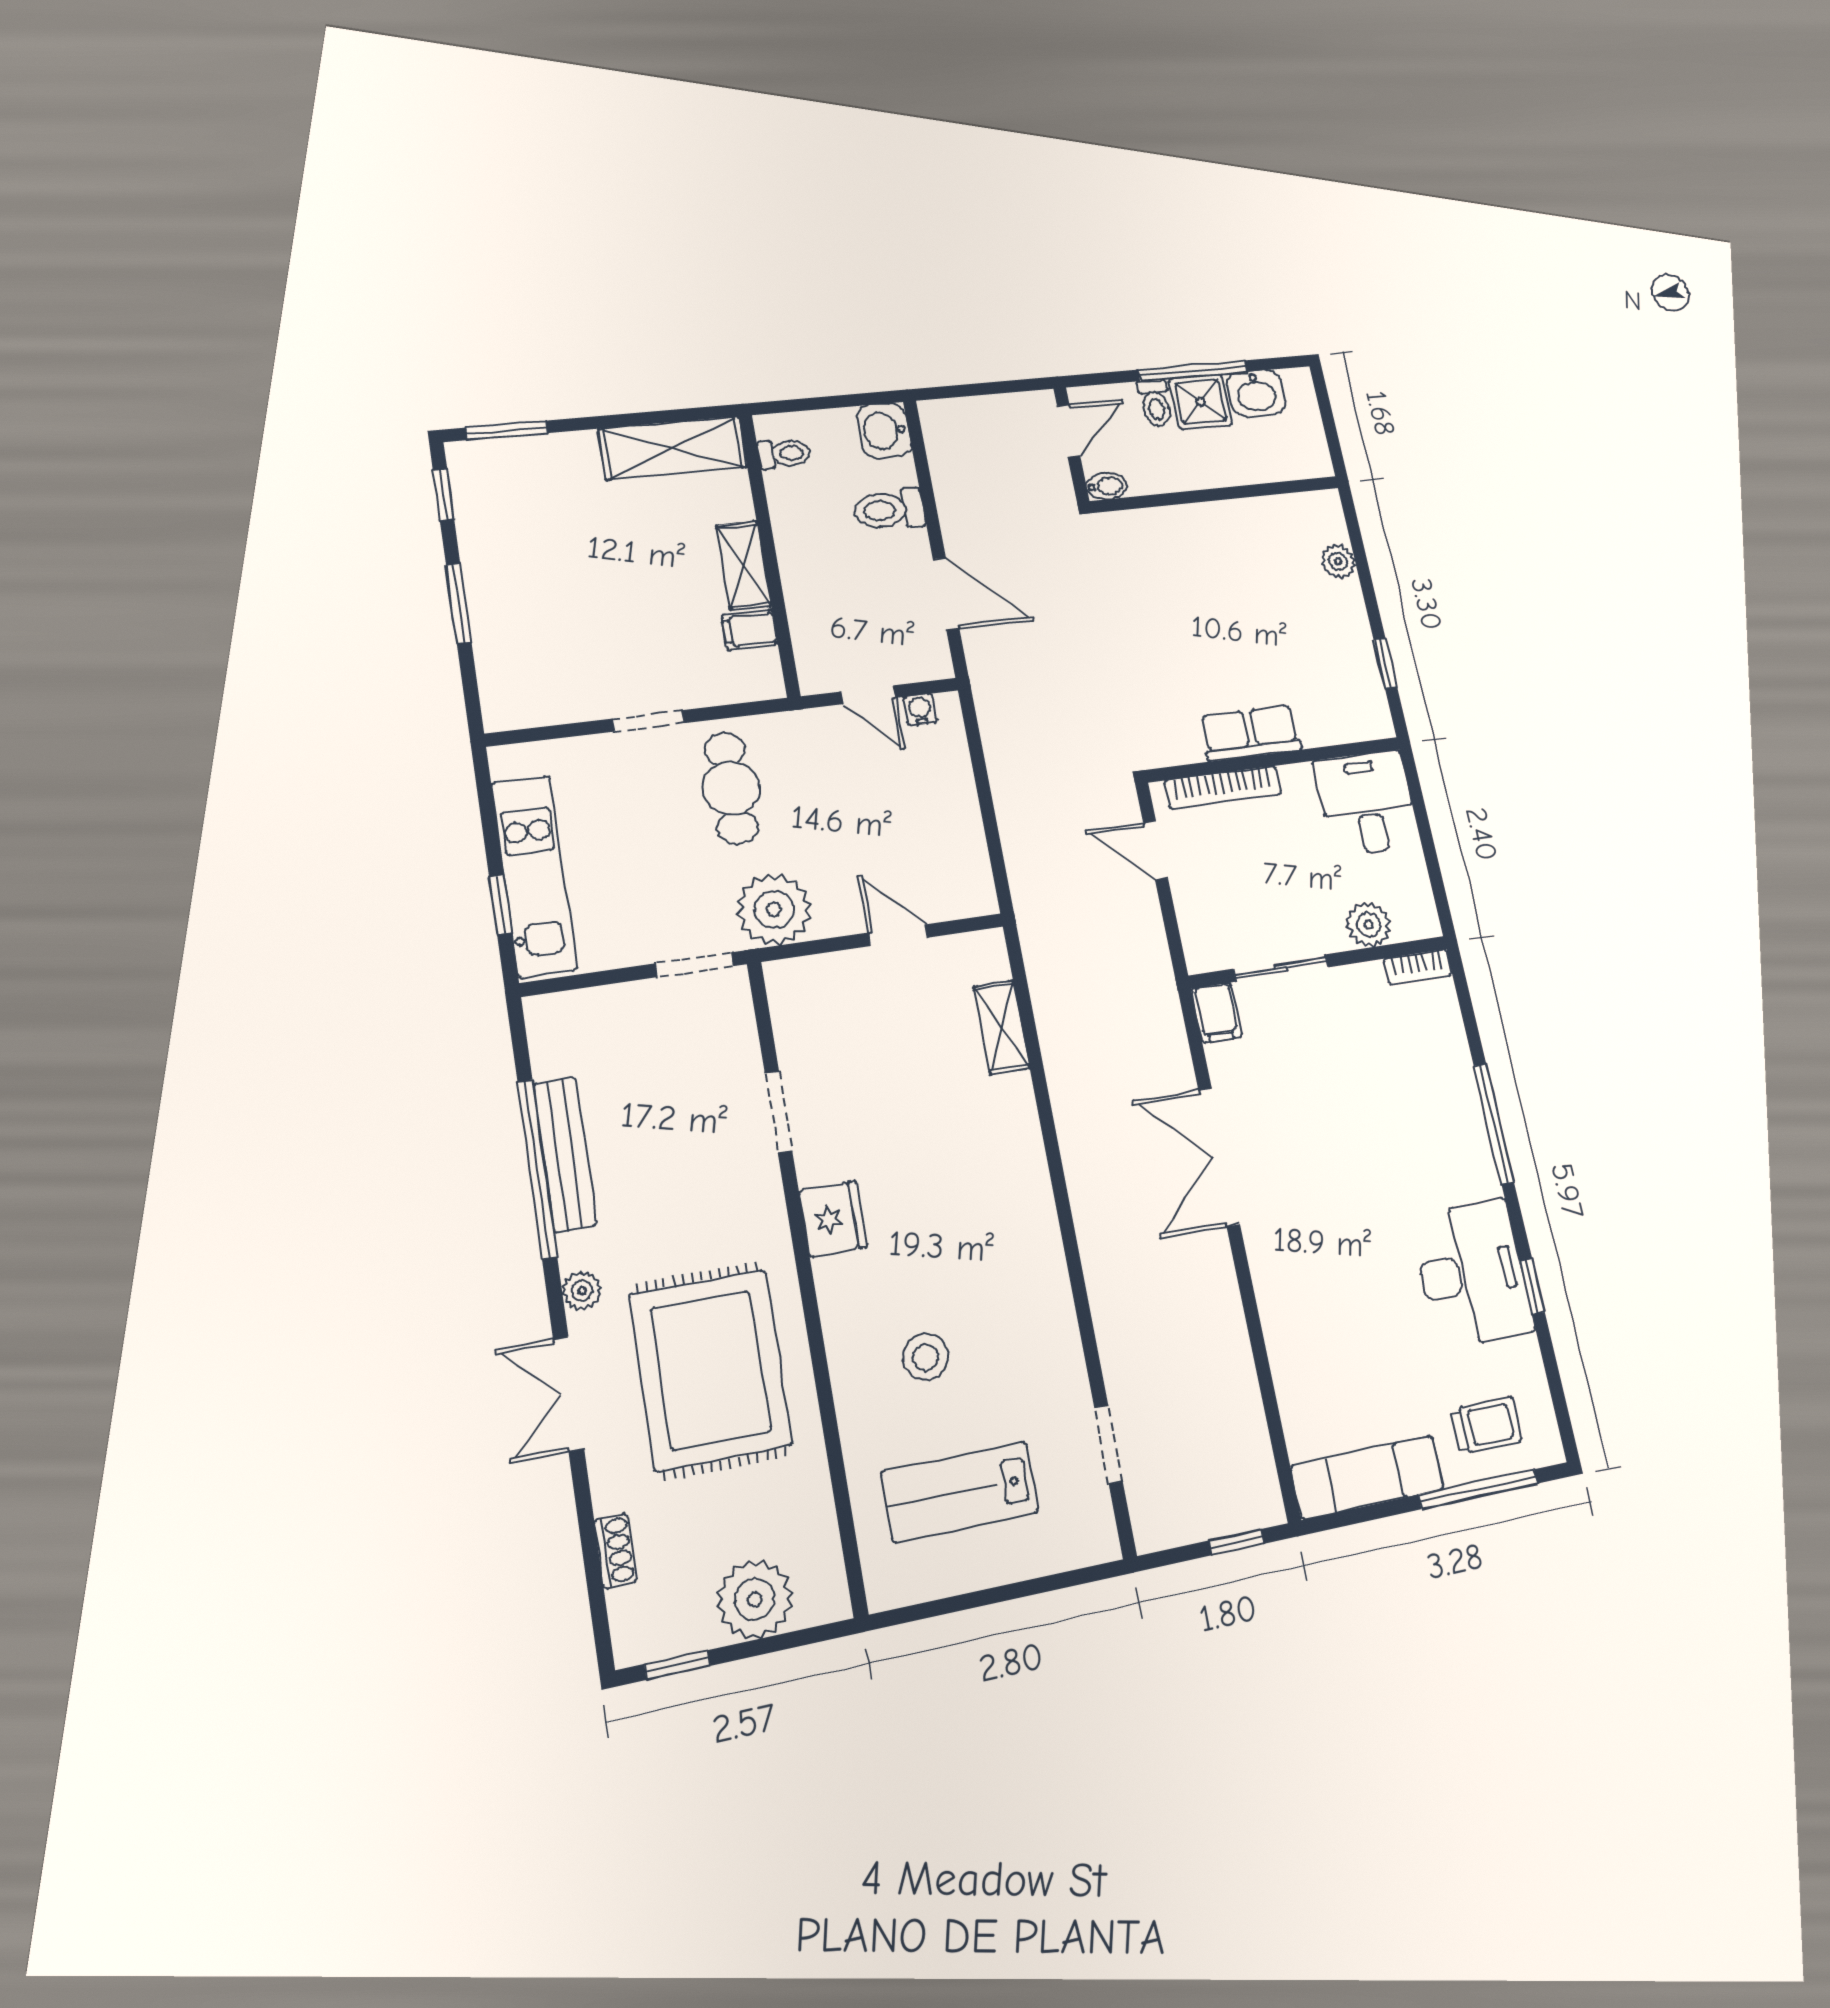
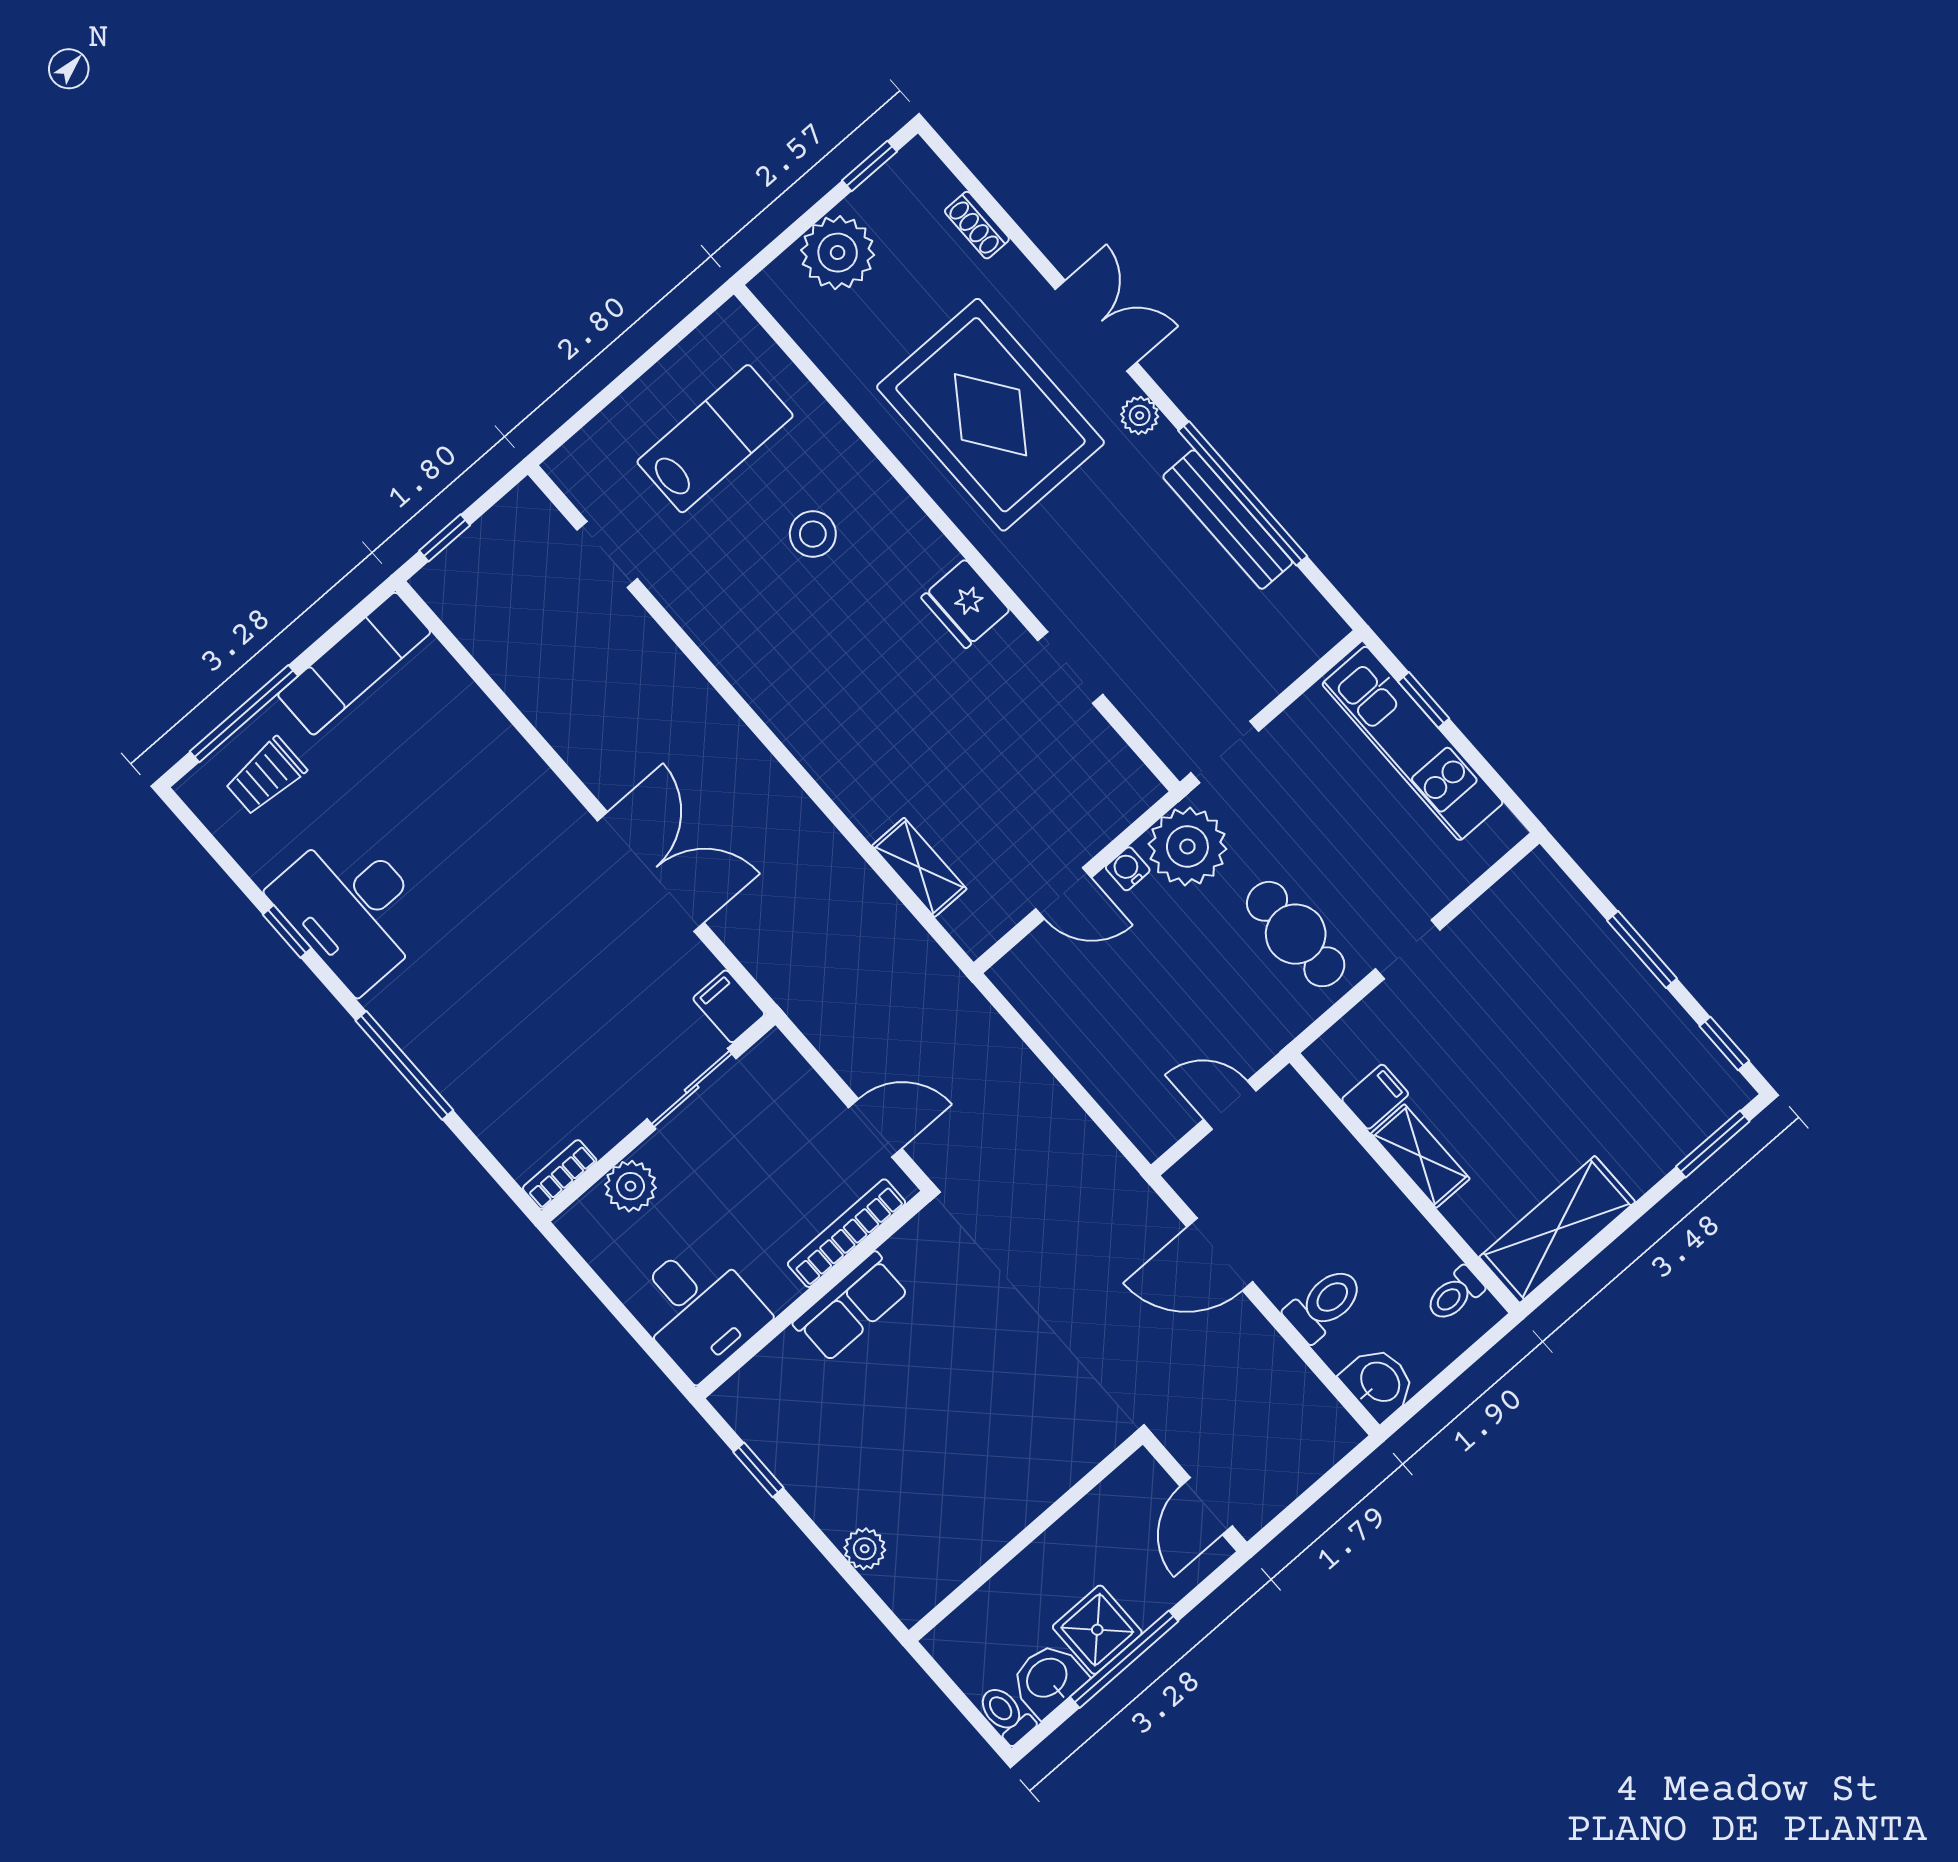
toilet: (1155, 403) -> (1006, 1714), moved
bidet: (1107, 486) -> (1136, 1472), removed
water cooler: (920, 710) -> (1128, 869), moved, turned 180

